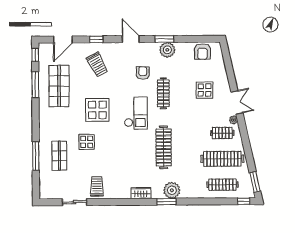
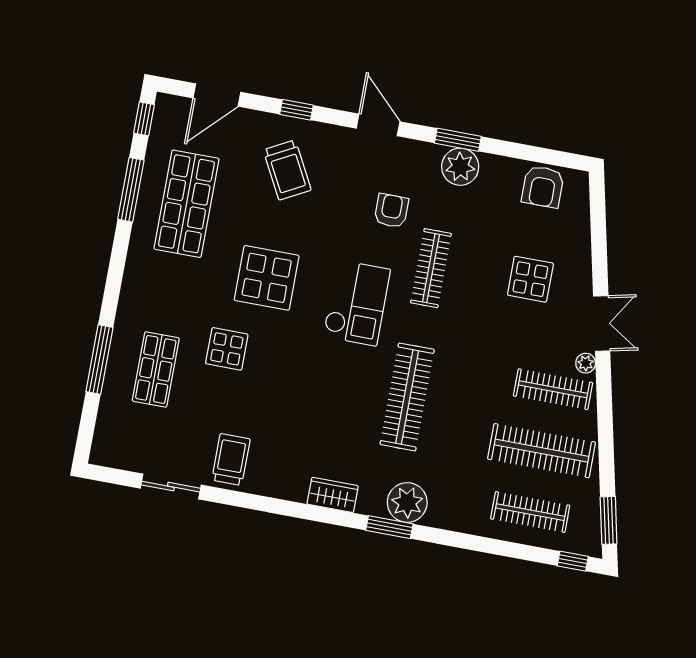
clothes rail: (222, 133) -> (553, 389), width x1.36

